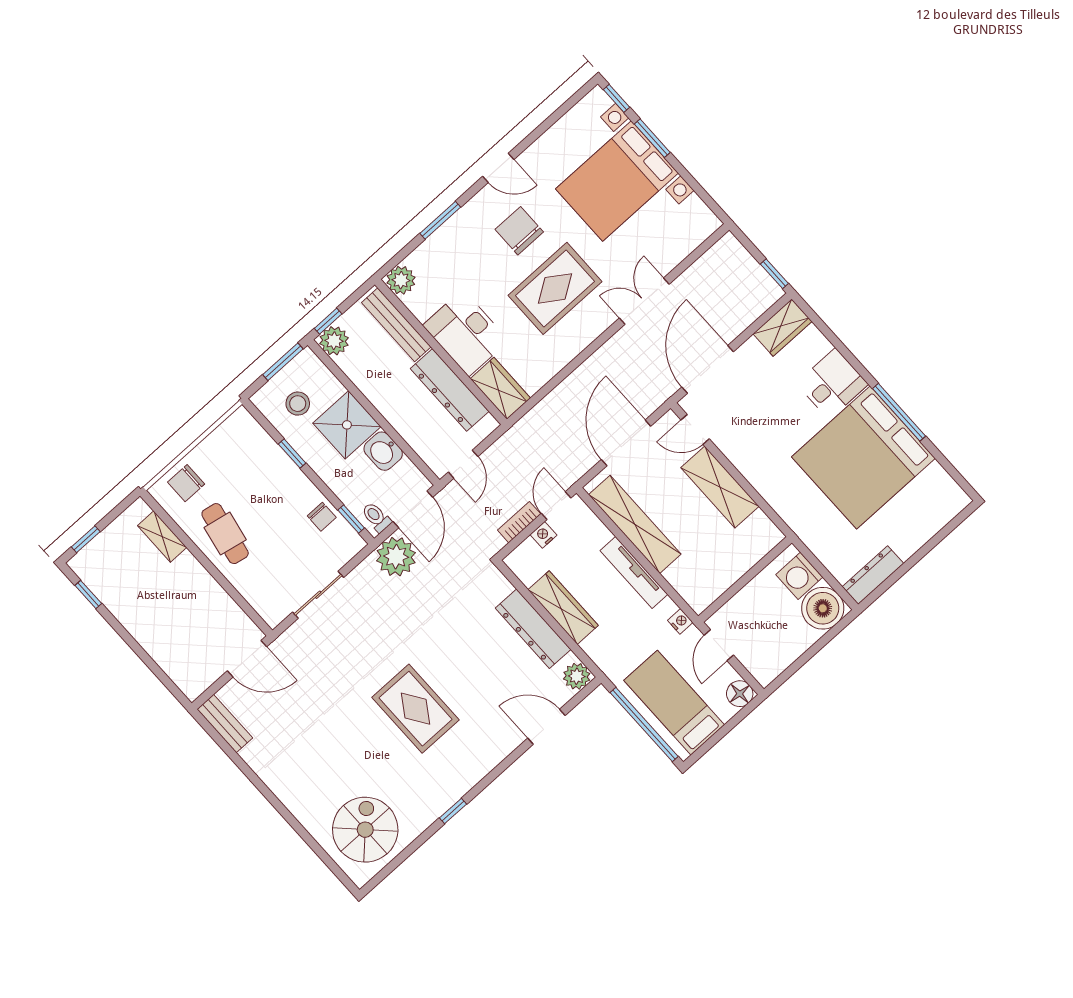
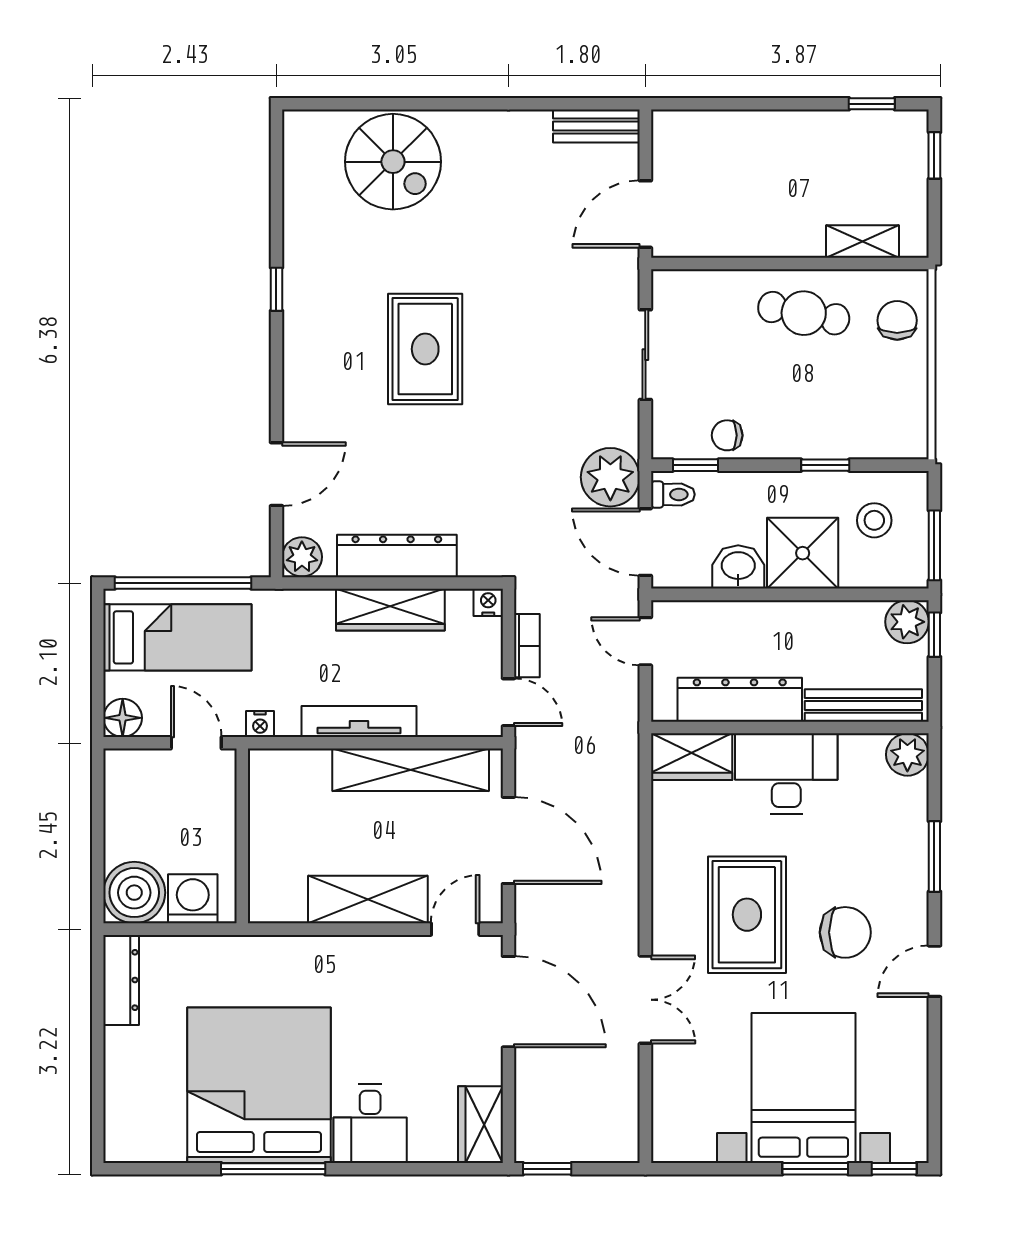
nightstand: (544, 535) -> (488, 602), moved, turned -90
rug: (416, 709) -> (425, 349), turned 90
spiral stairs: (365, 830) -> (393, 162), moved

